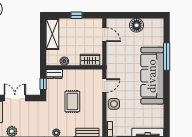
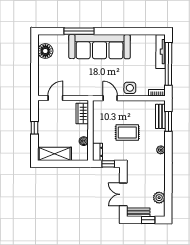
floor lamp: (137, 25) -> (45, 51), moved

